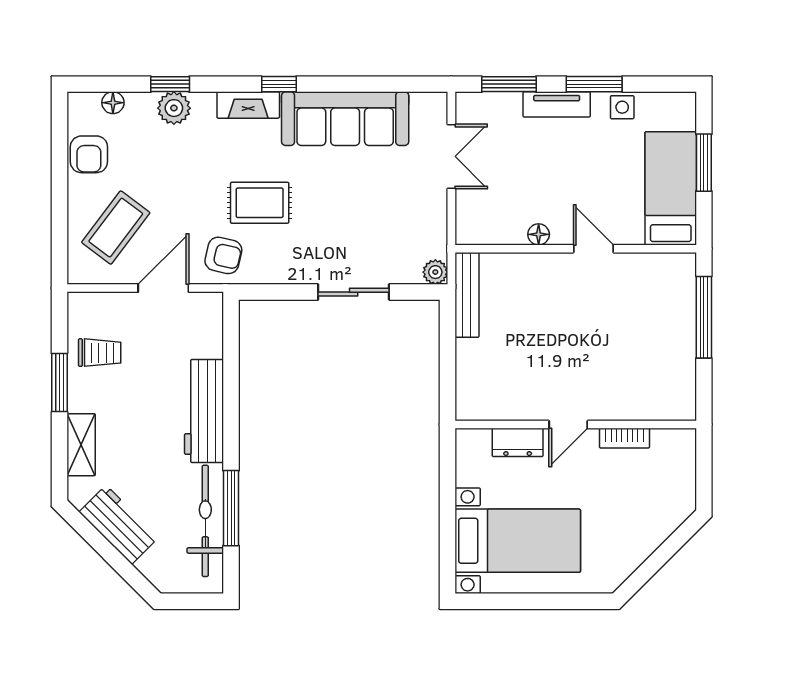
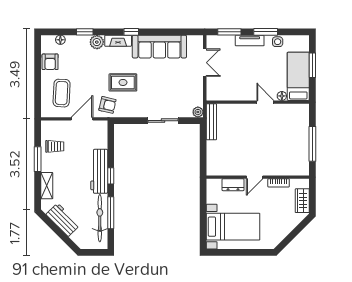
plant: (174, 108) -> (97, 42), moved
coffee table: (116, 228) -> (62, 93), turned -34
floor lamp: (539, 234) -> (282, 96), moved
window: (704, 317) -> (312, 144), moved
window: (231, 422) -> (111, 176), added
wardrobe: (680, 480) -> (302, 201), added

